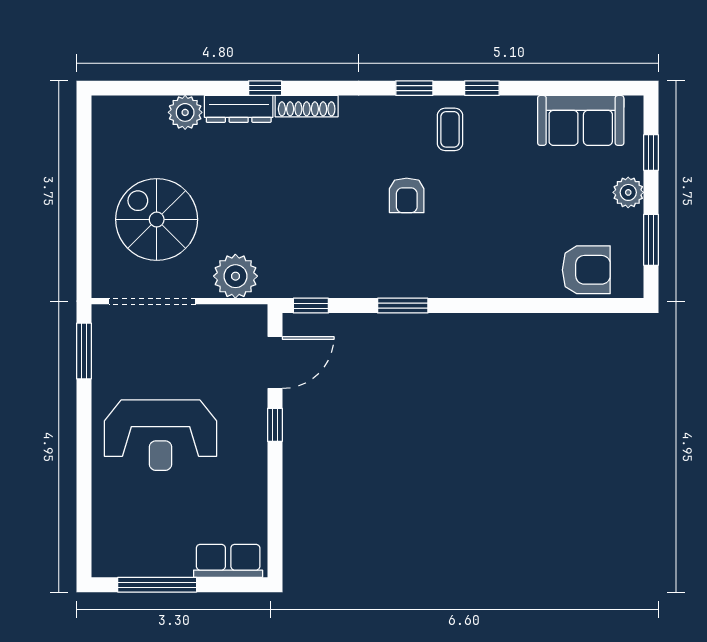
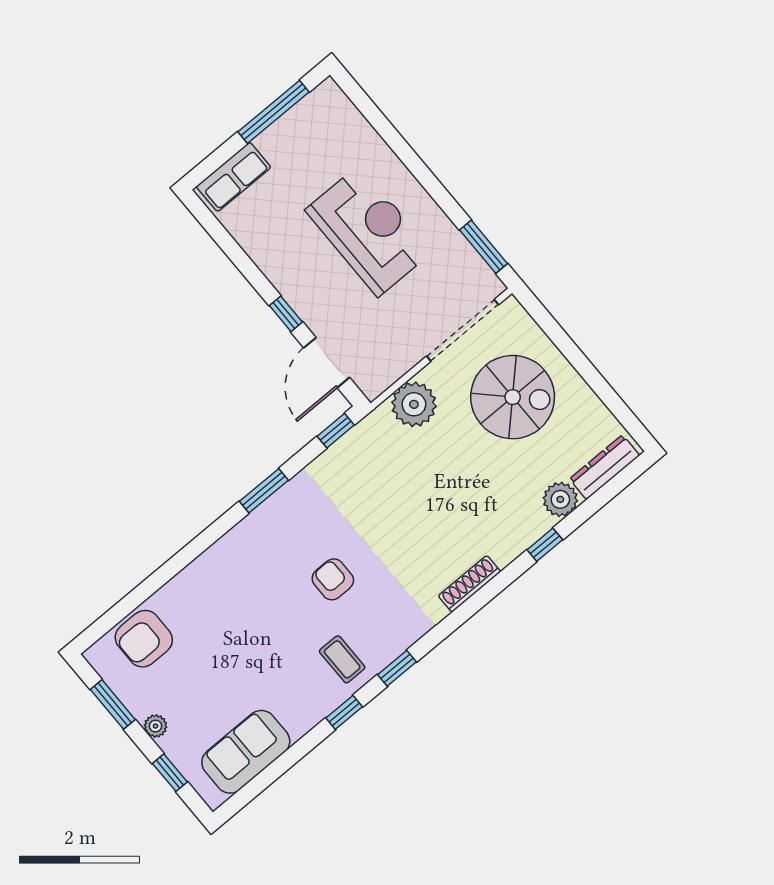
window: (265, 88) -> (545, 545), moved
dresser: (239, 109) -> (605, 467), moved
plant: (628, 192) -> (156, 726), width x0.73, depth x0.73
reception desk: (161, 435) -> (369, 231), turned 90

